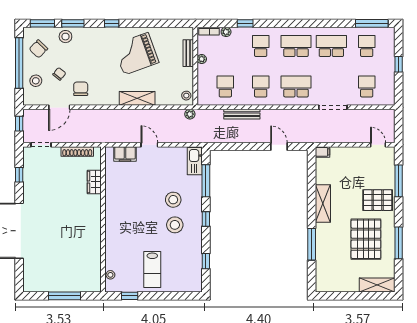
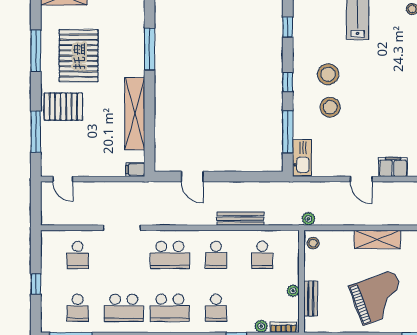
shelving: (323, 204) -> (135, 114), width x1.47

